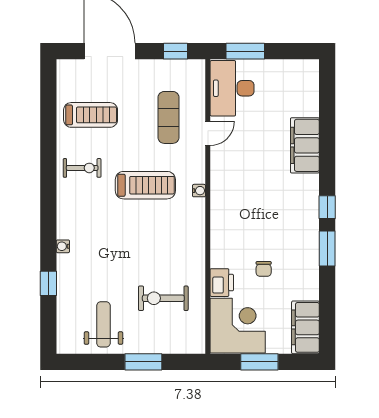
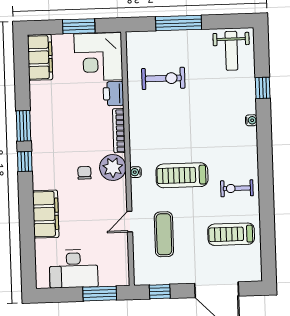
desk: (232, 88) -> (74, 269), moved, turned 90
plant: (225, 197) -> (113, 168), added
bookcase: (217, 239) -> (119, 131), added
chair: (264, 269) -> (84, 173), moved
weight bench: (103, 324) -> (231, 51), moved
window: (143, 362) -> (179, 23), width x1.44

